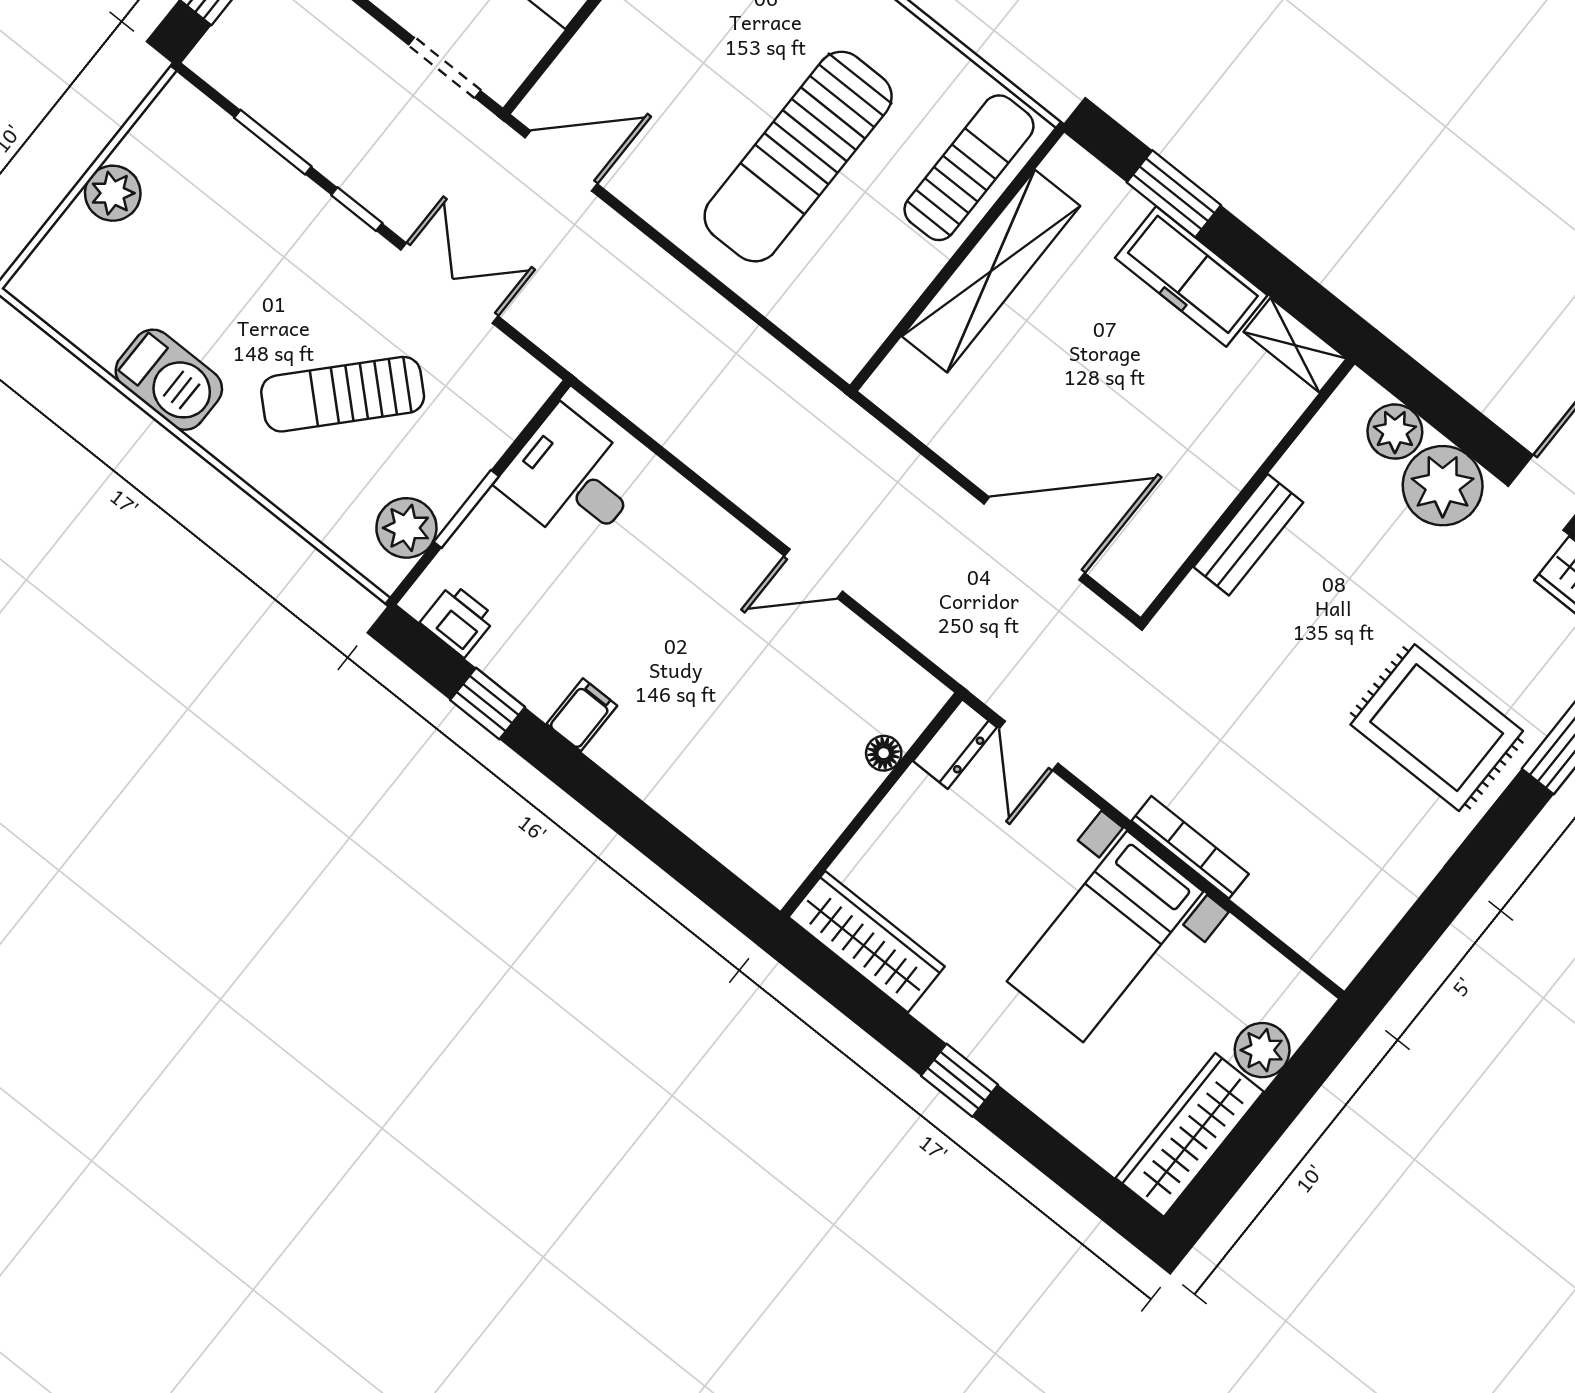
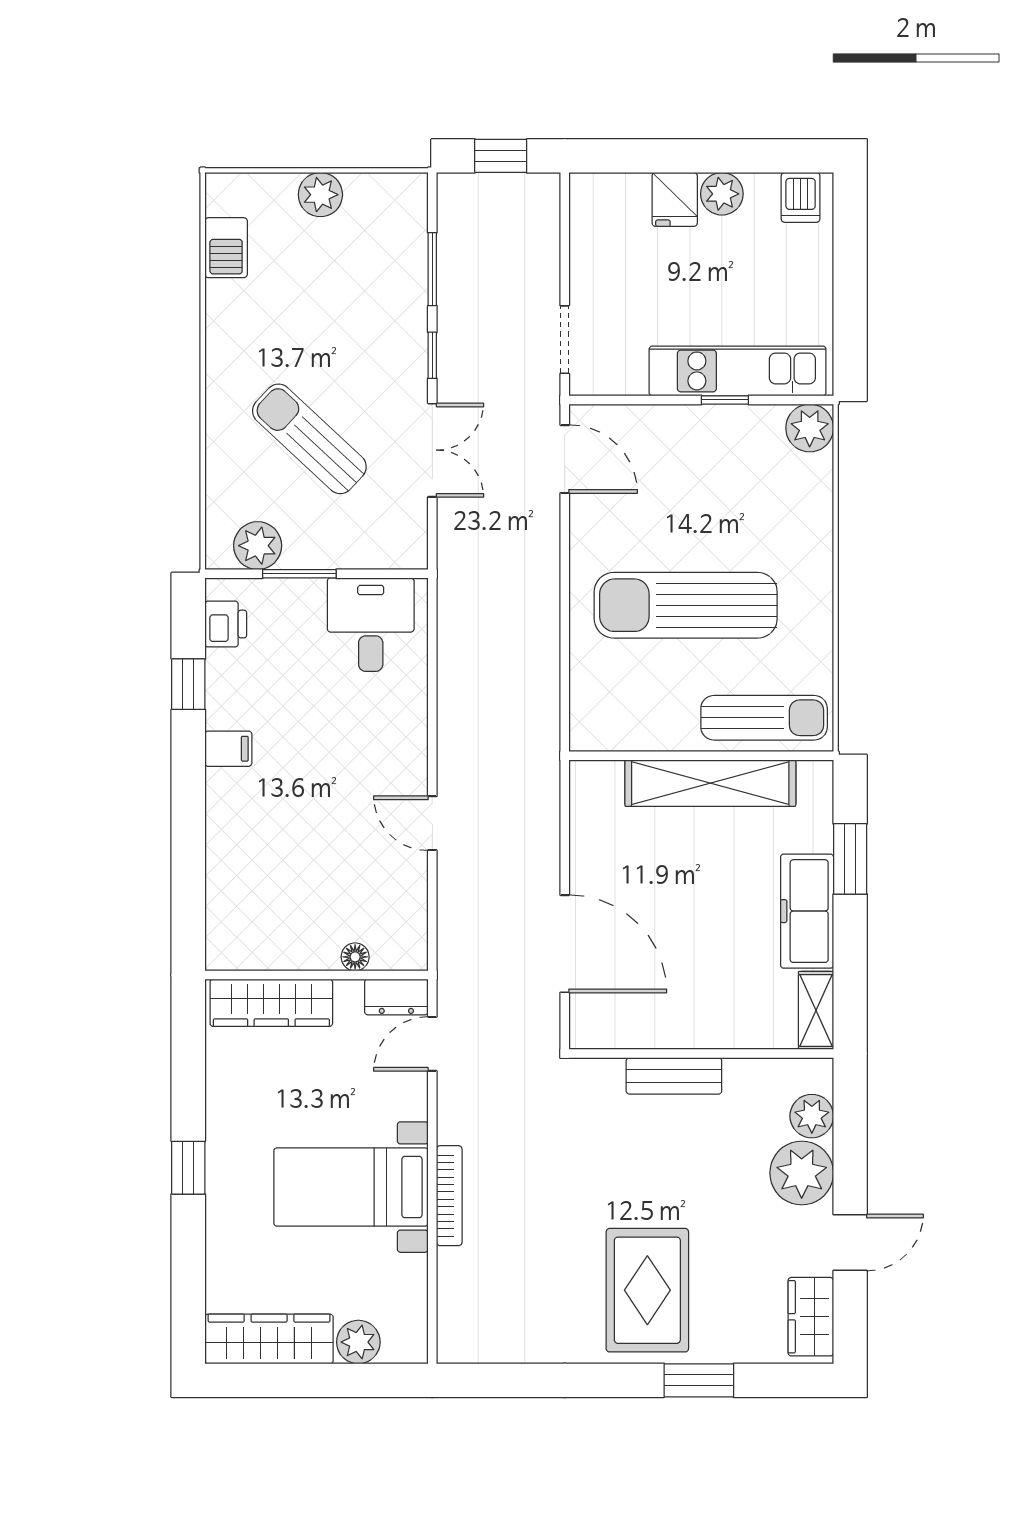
barbecue: (169, 380) -> (226, 248), moved, width x0.73, depth x0.79
wardrobe: (867, 942) -> (271, 1003), moved, turned 90

